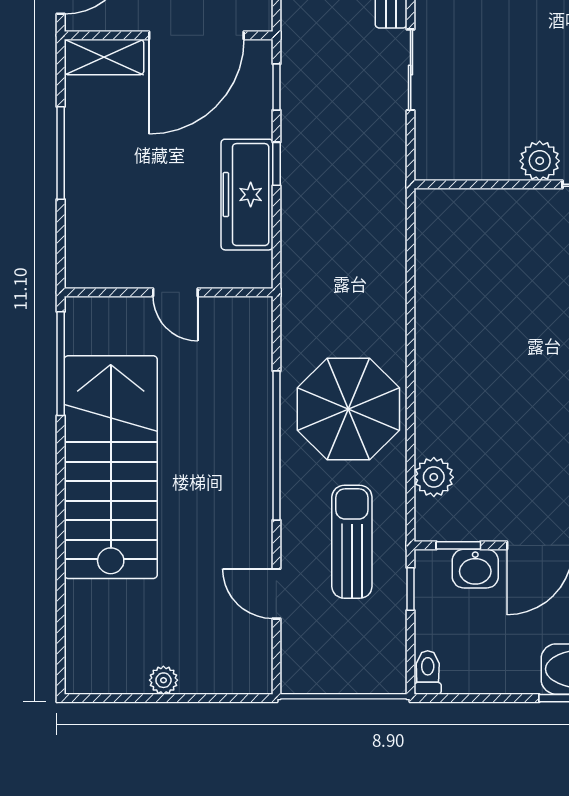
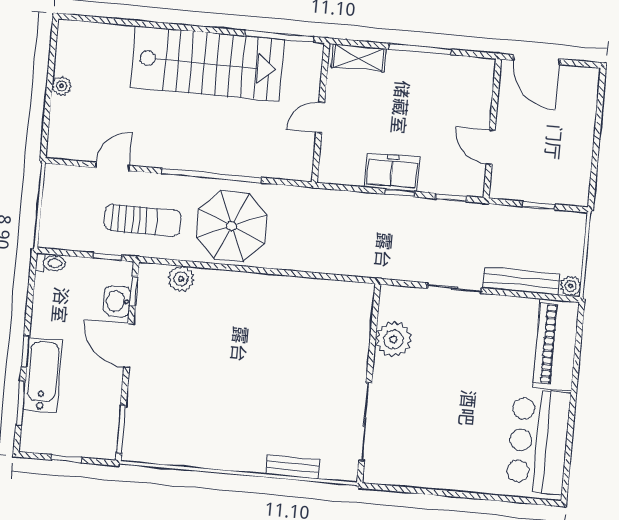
door: (196, 35) -> (491, 147), width x0.53
shelving: (104, 57) -> (359, 58), moved, turned 90
plant: (540, 161) -> (393, 339), moved, width x1.36, depth x1.36
freezer: (247, 195) -> (392, 172), width x0.71

